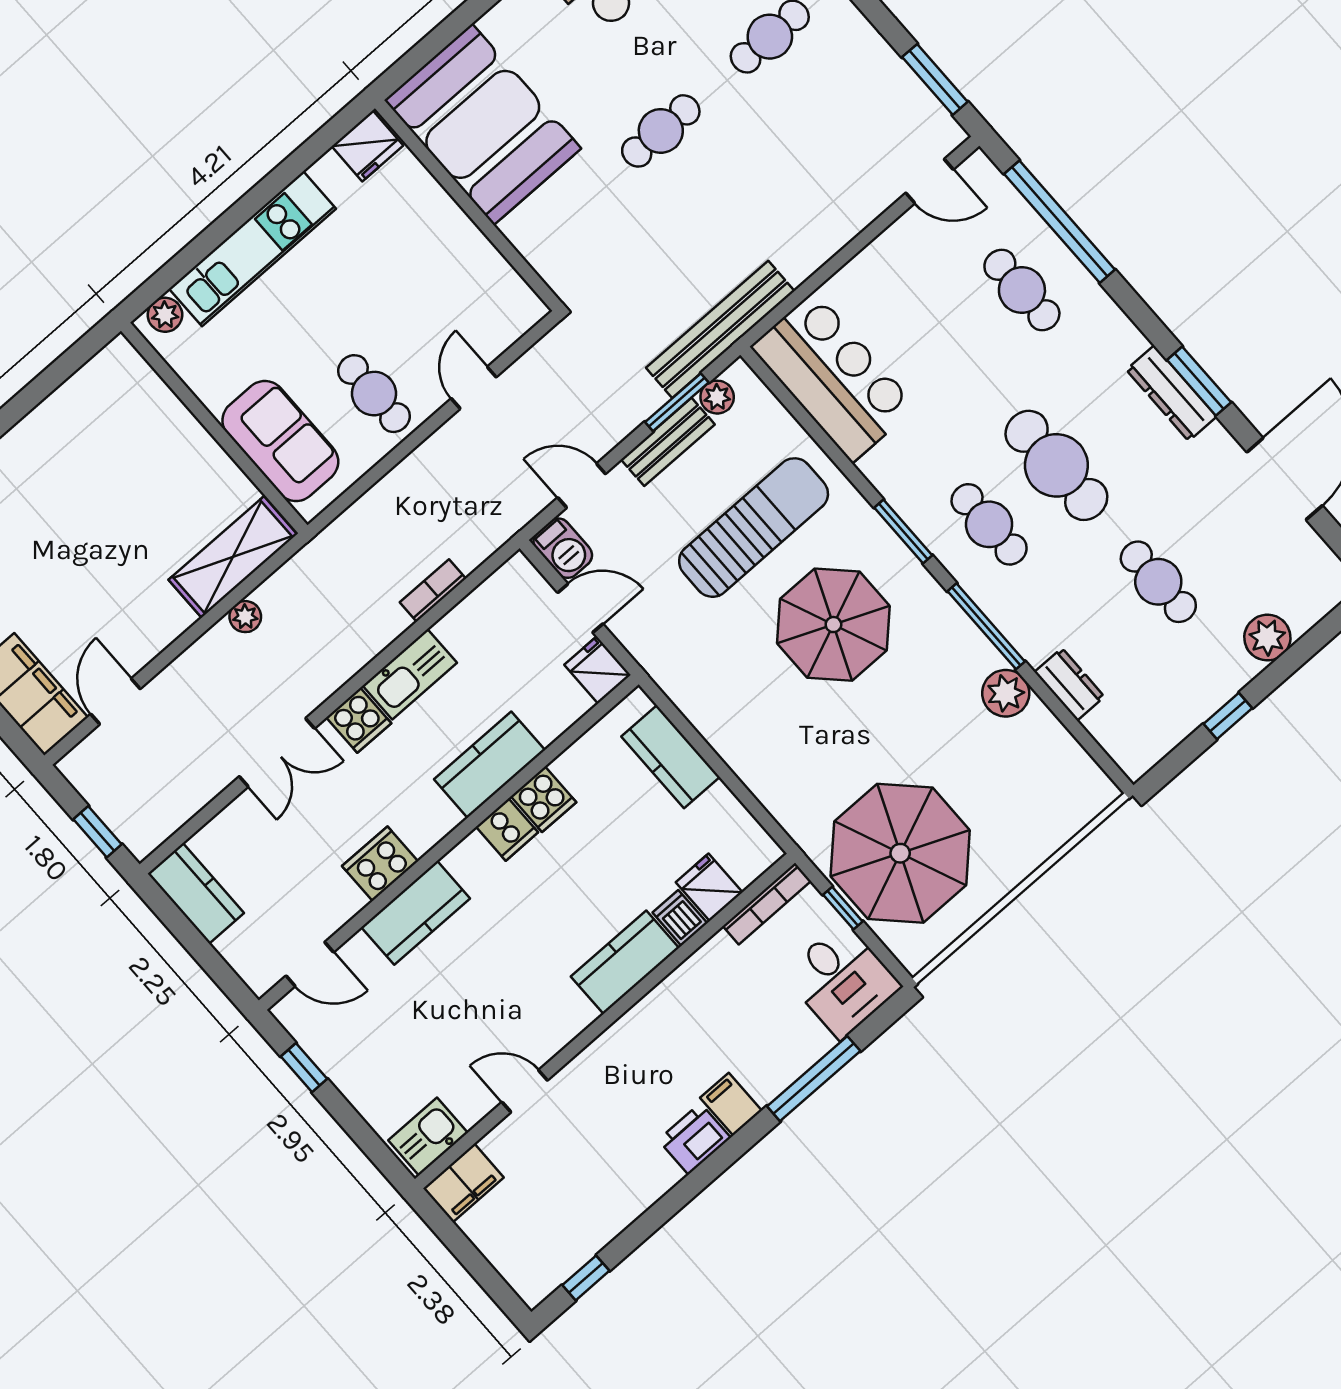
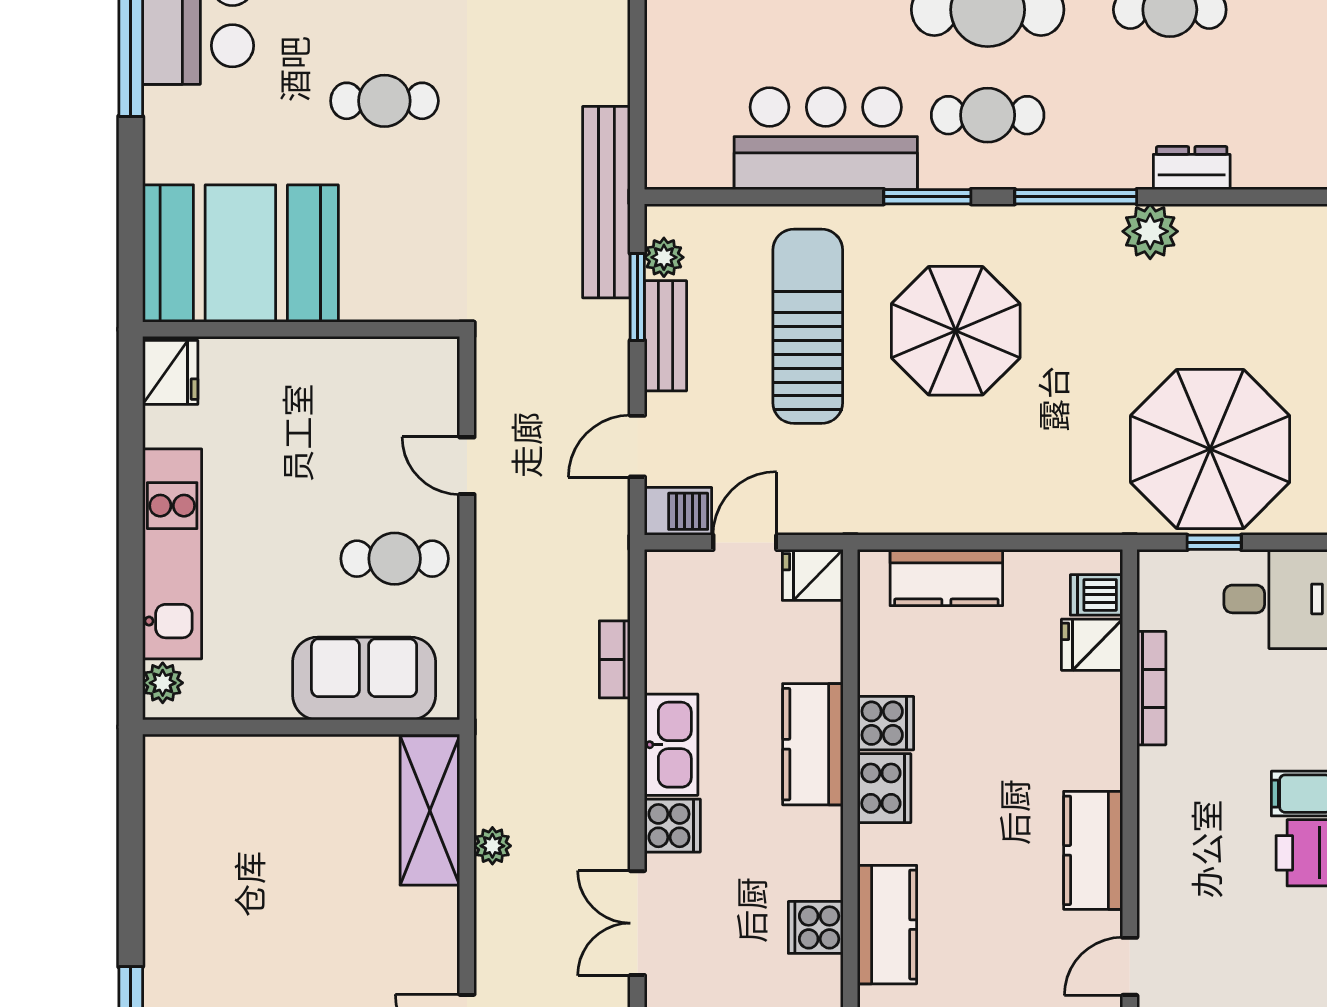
cafe table: (661, 131) -> (384, 101), turned 90
bar counter: (833, 377) -> (826, 139), moved
double door: (277, 752) -> (637, 923), swing flipped
cooker: (507, 830) -> (884, 788), width x1.36
cooker: (380, 864) -> (816, 927), width x0.73
bookcase: (767, 904) -> (1151, 688), moved
dishwasher: (680, 918) -> (1096, 595), moved
kitchen counter: (625, 962) -> (1093, 850), moved

